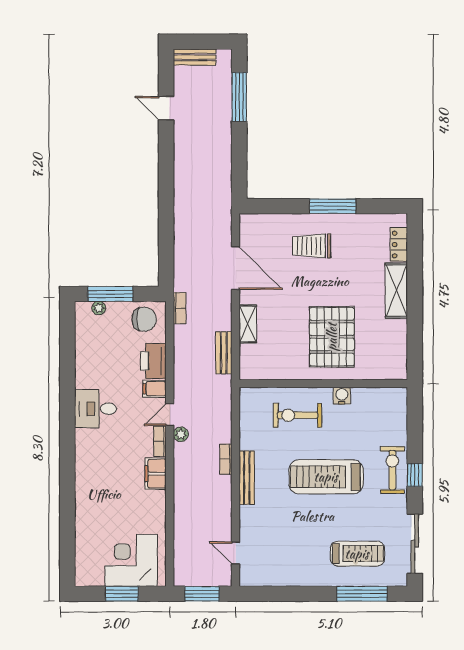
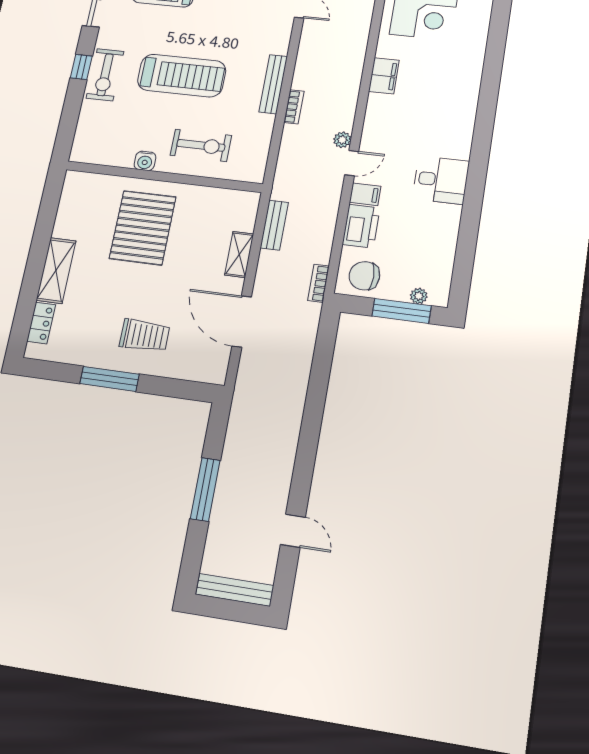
bench: (195, 57) -> (235, 590), width x1.36
window: (239, 97) -> (205, 489), moved
bookcase: (160, 441) -> (368, 135), removed
filing cabinet: (156, 474) -> (384, 76), moved

